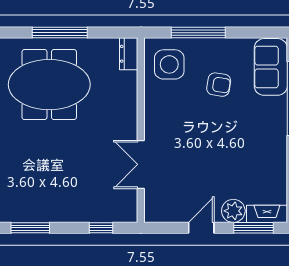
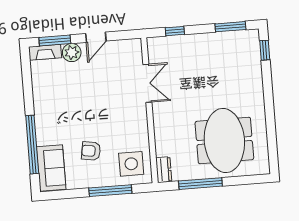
window: (60, 33) -> (200, 184), moved
meeting table: (49, 85) -> (224, 141), turned 90

